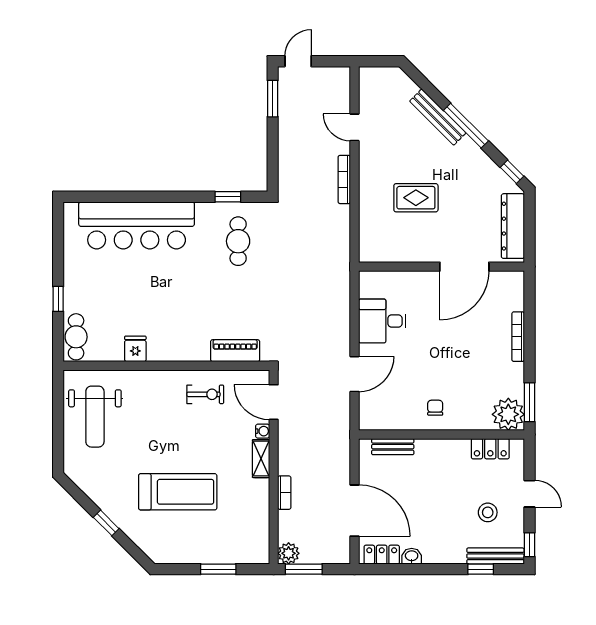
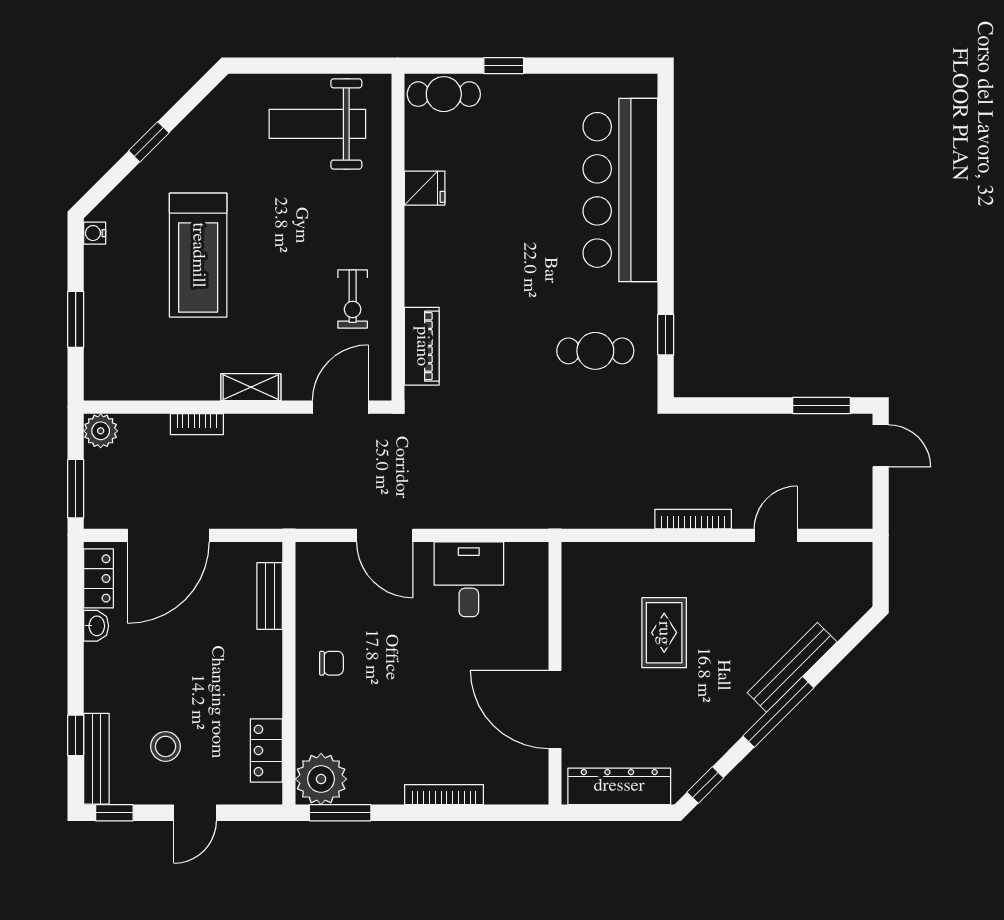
water cooler: (263, 431) -> (95, 233), moved, turned 90
window: (304, 569) -> (76, 489), moved

